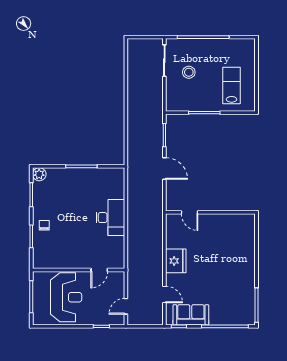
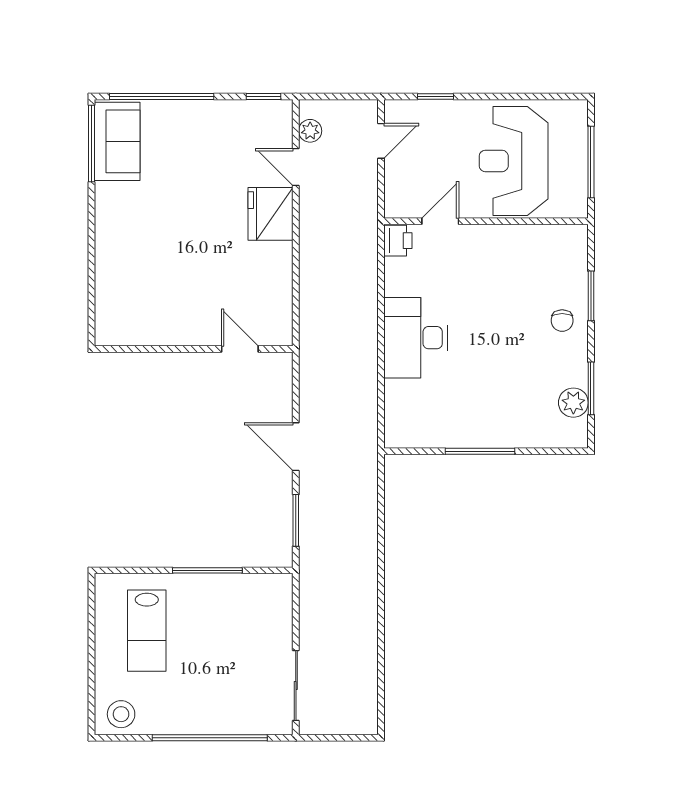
stool: (189, 72) -> (121, 714), moved
plant: (39, 174) -> (573, 403), moved
printer: (118, 261) -> (398, 241), added
fridge: (176, 261) -> (271, 214), moved
plant: (158, 311) -> (310, 131), added
sofa: (191, 315) -> (117, 141), moved, turned -90

